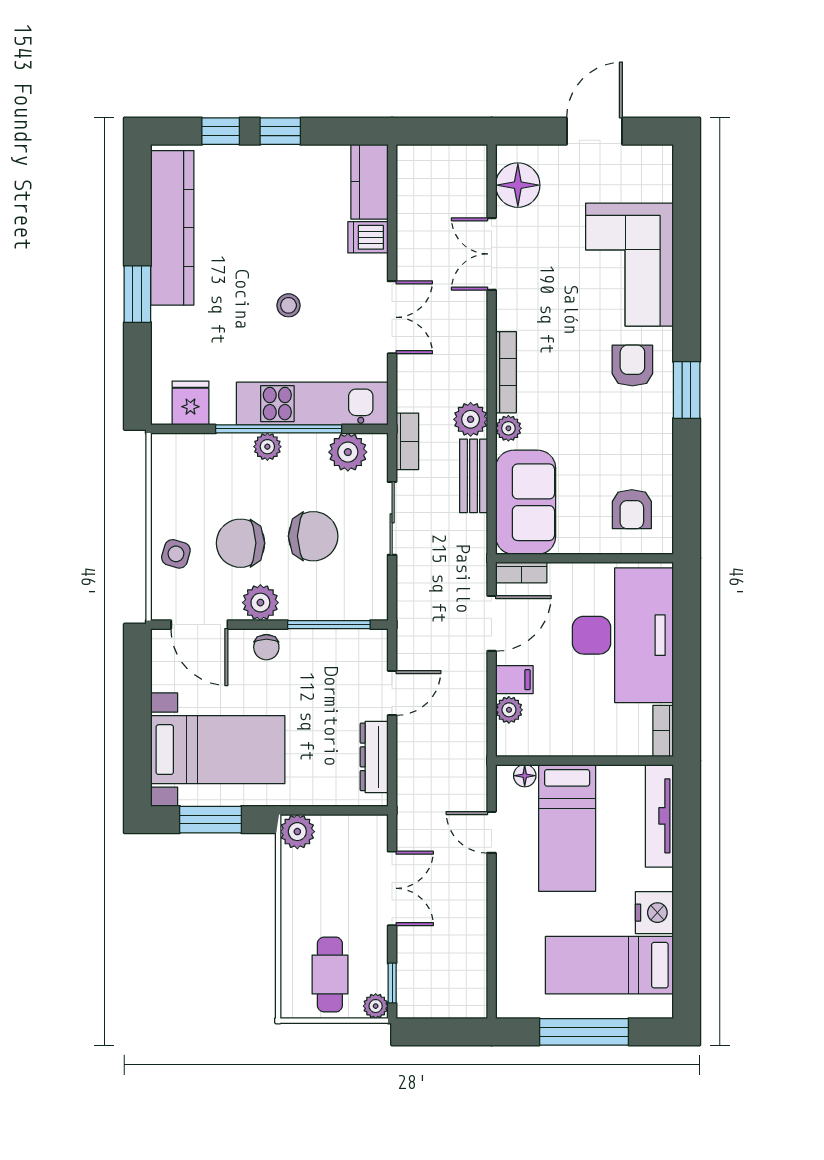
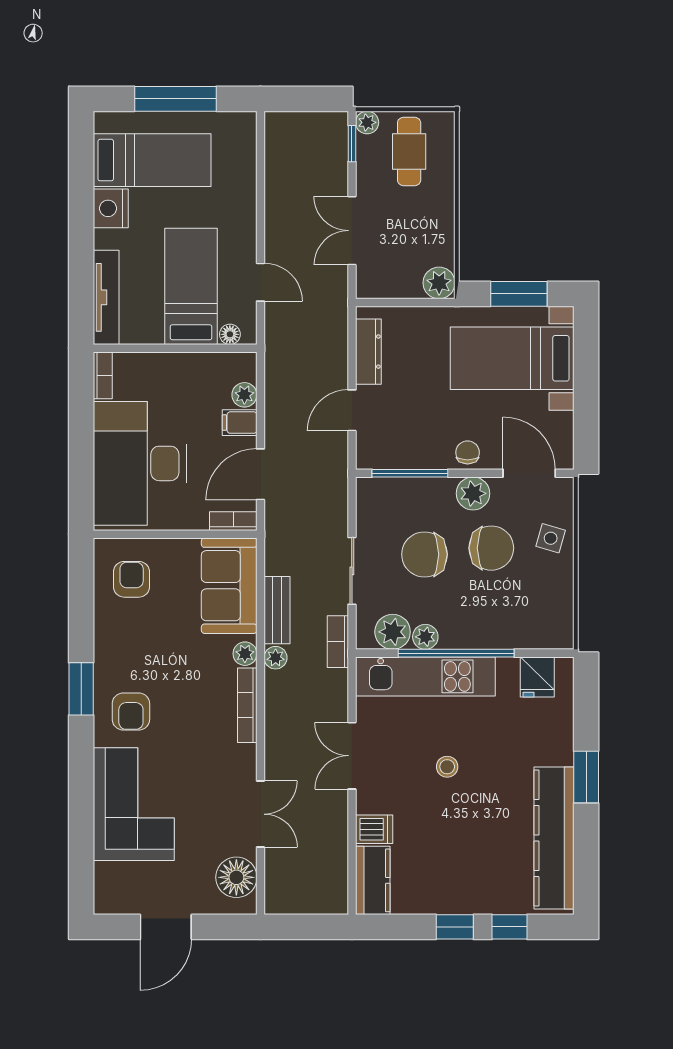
plant: (471, 419) -> (276, 658), width x0.73, depth x0.73
plant: (267, 447) -> (425, 637), moved

